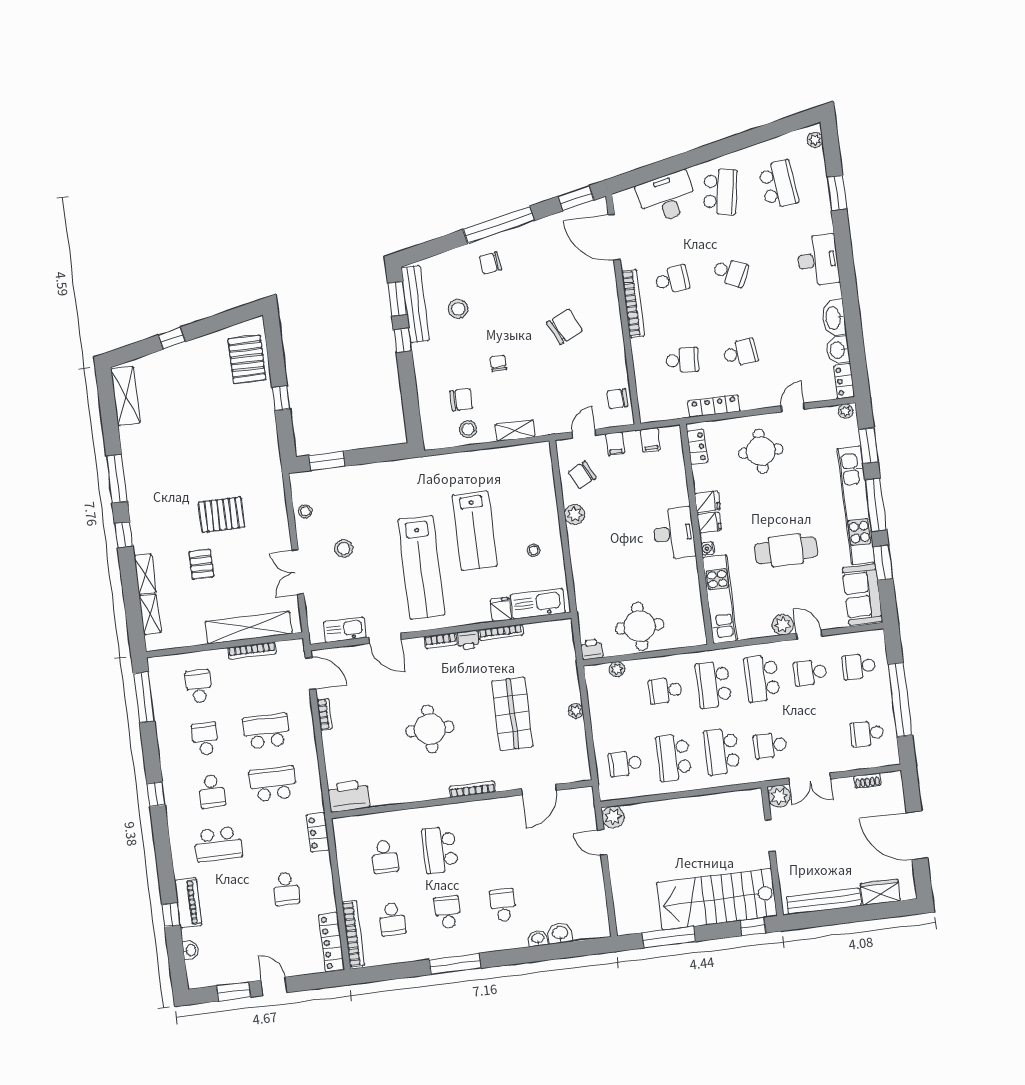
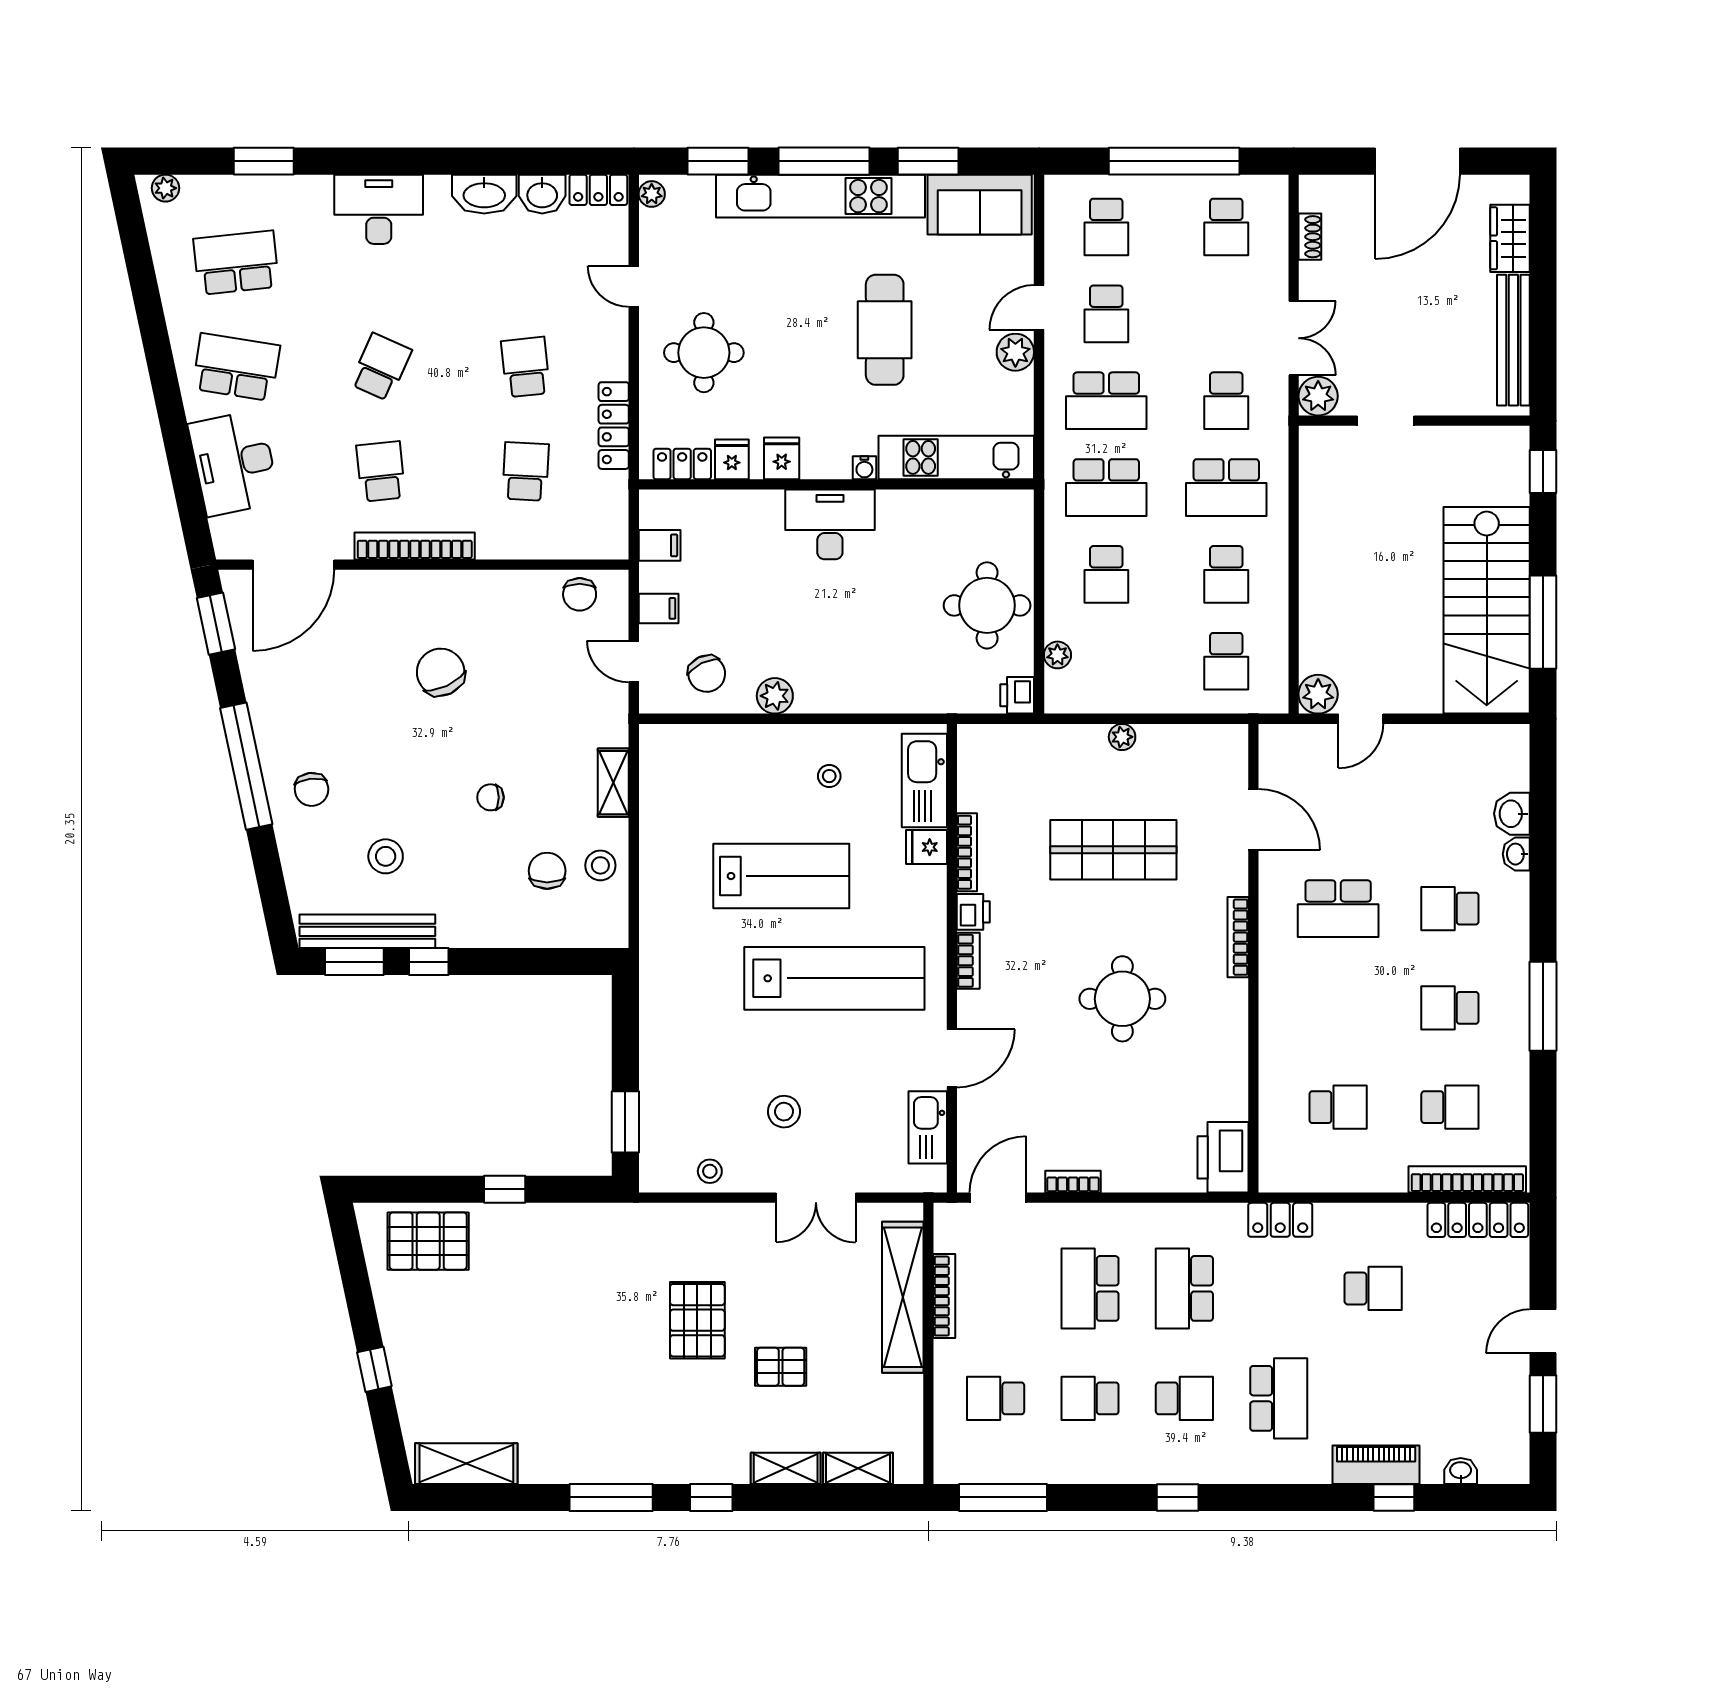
fridge: (709, 522) -> (732, 459), moved
school desk: (673, 757) -> (1226, 574), width x0.54
school desk: (440, 850) -> (1338, 909), moved
stairs: (717, 899) -> (1487, 610), moved

